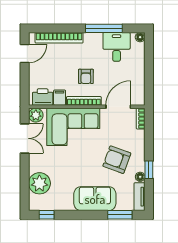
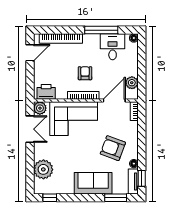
armchair: (86, 76) -> (85, 73), turned 180
plant: (138, 87) -> (132, 83), added
filing cabinet: (60, 98) -> (61, 92), removed
window: (149, 170) -> (142, 178), moved

